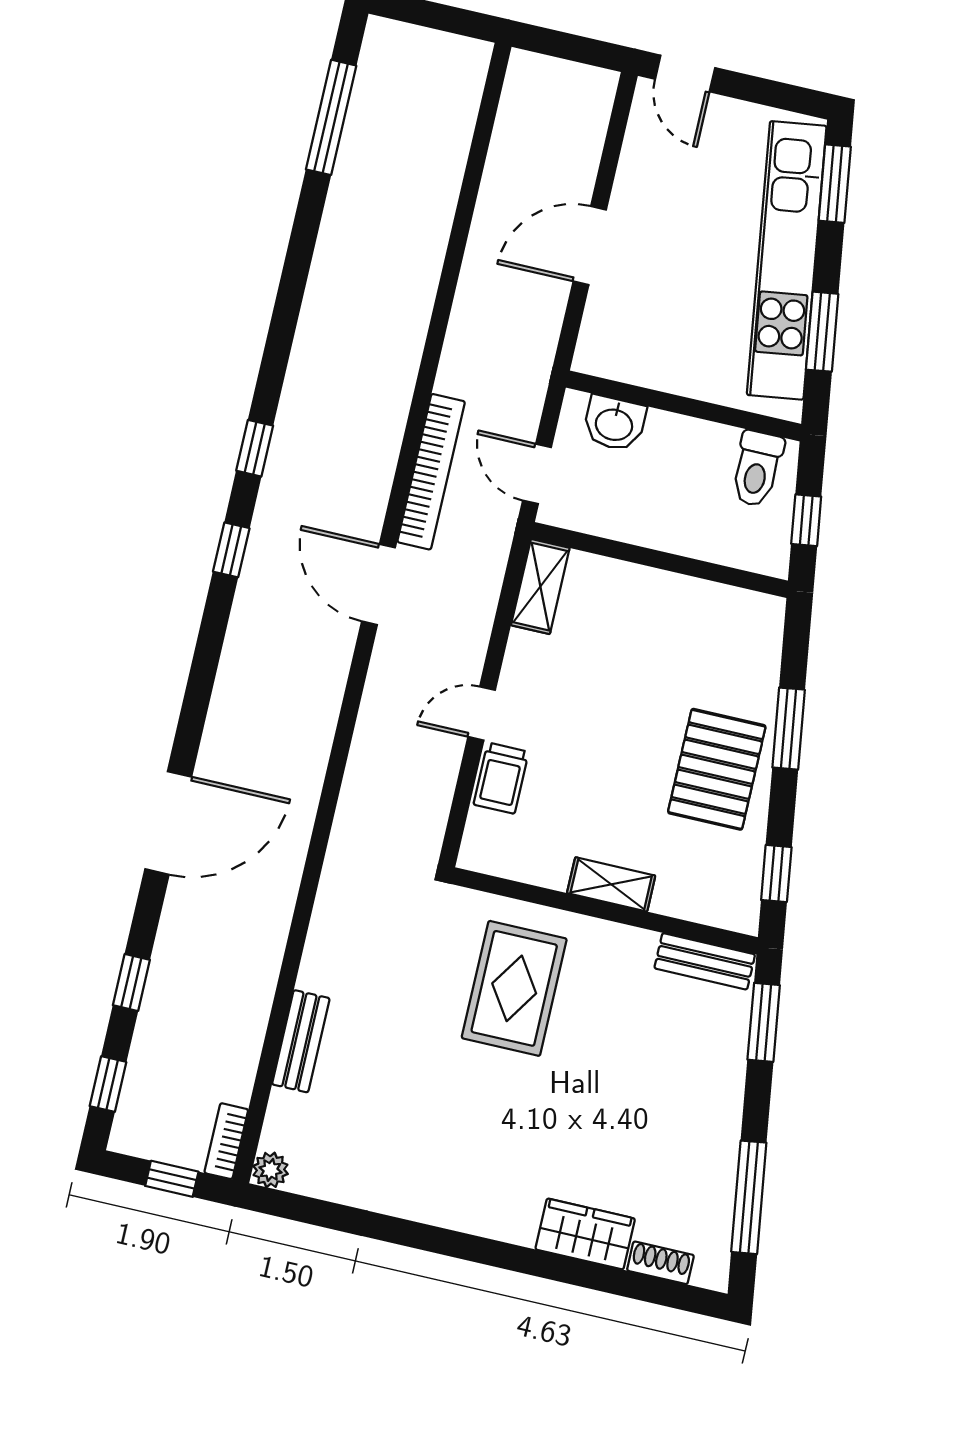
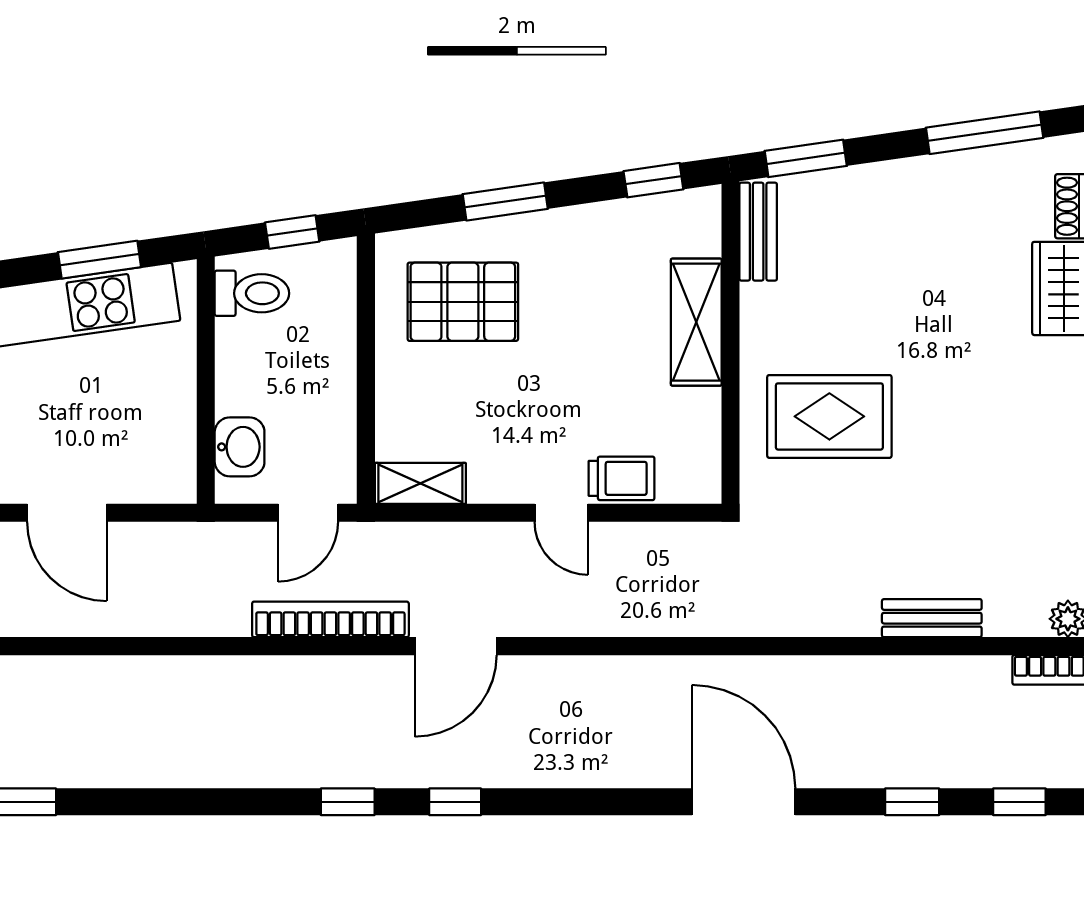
pallet: (717, 769) -> (463, 302), moved
shelving: (611, 884) -> (696, 322), width x1.50, depth x1.33

